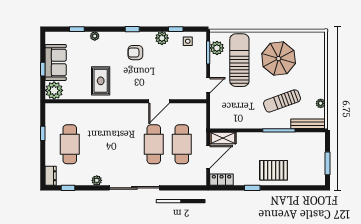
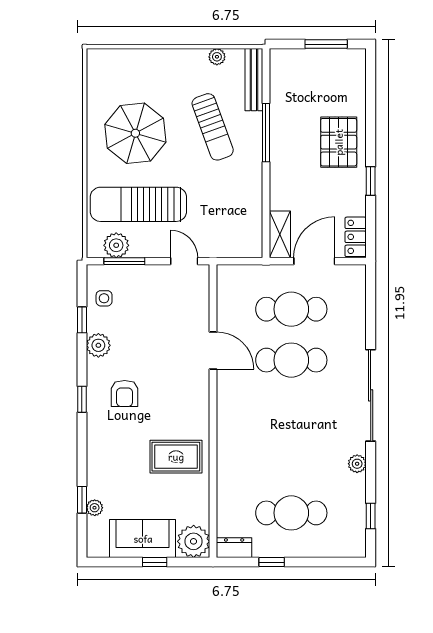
plant: (95, 36) -> (95, 508), moved
door: (208, 157) -> (314, 261), hinge flipped
dresser: (51, 176) -> (234, 548), moved

